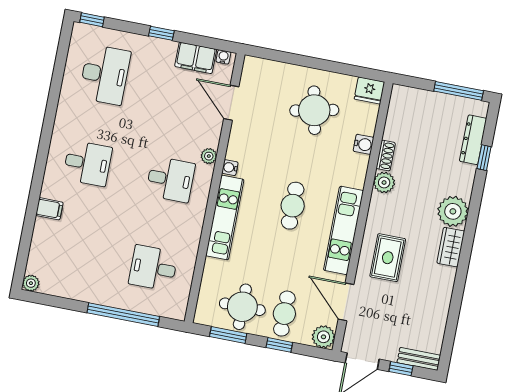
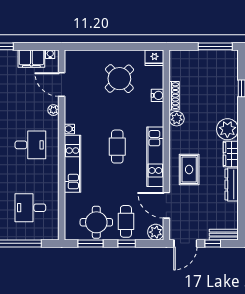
round table: (314, 110) -> (119, 79), turned -32
dresser: (473, 140) -> (232, 184), moved
plant: (209, 156) -> (53, 110), moved
shoe rack: (386, 156) -> (174, 96), width x1.43

